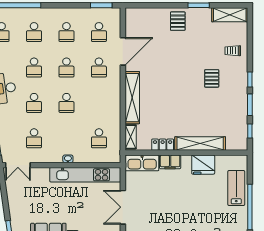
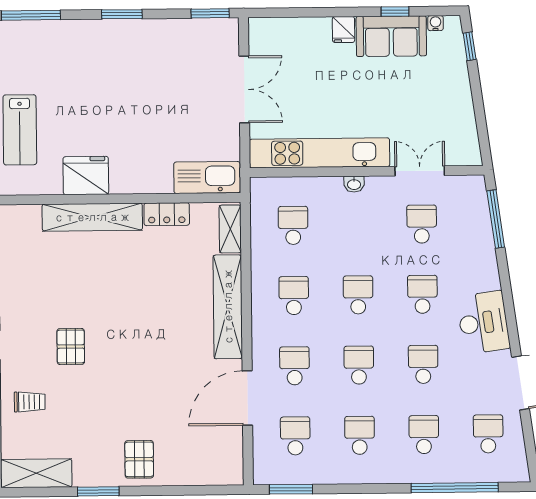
school desk: (99, 103) -> (294, 296), added
filing cabinet: (170, 162) -> (151, 180), removed
double door: (18, 165) -> (420, 171), moved

